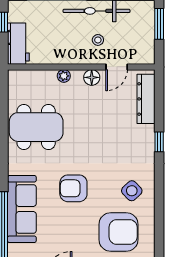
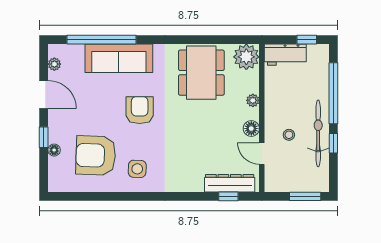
plant: (20, 82) -> (246, 57), added
window: (159, 142) -> (228, 196), moved
side table: (132, 191) -> (137, 169), turned 45
armchair: (118, 232) -> (96, 155), turned 92

